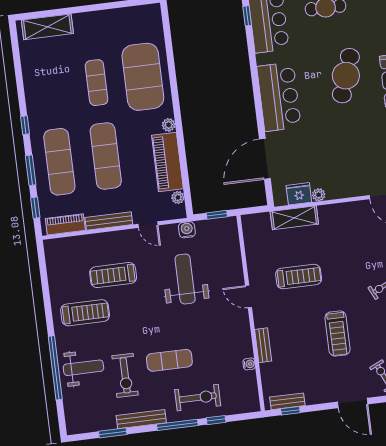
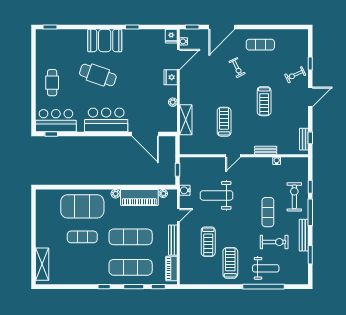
fridge: (299, 194) -> (171, 77), moved
treadmill: (338, 333) -> (264, 101), turned 90
weight bench: (83, 368) -> (266, 268), turned 90

